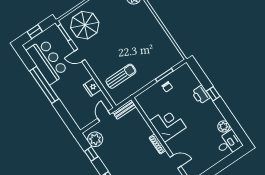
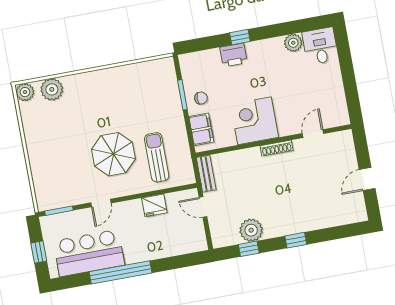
parasol: (85, 25) -> (113, 154), moved
filing cabinet: (149, 95) -> (201, 129), added
plant: (95, 139) -> (251, 230), moved

